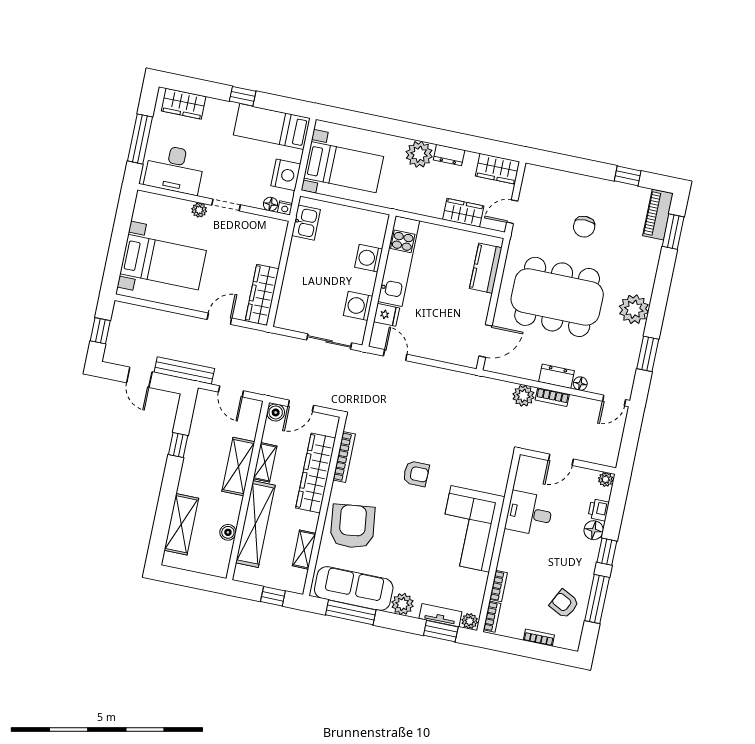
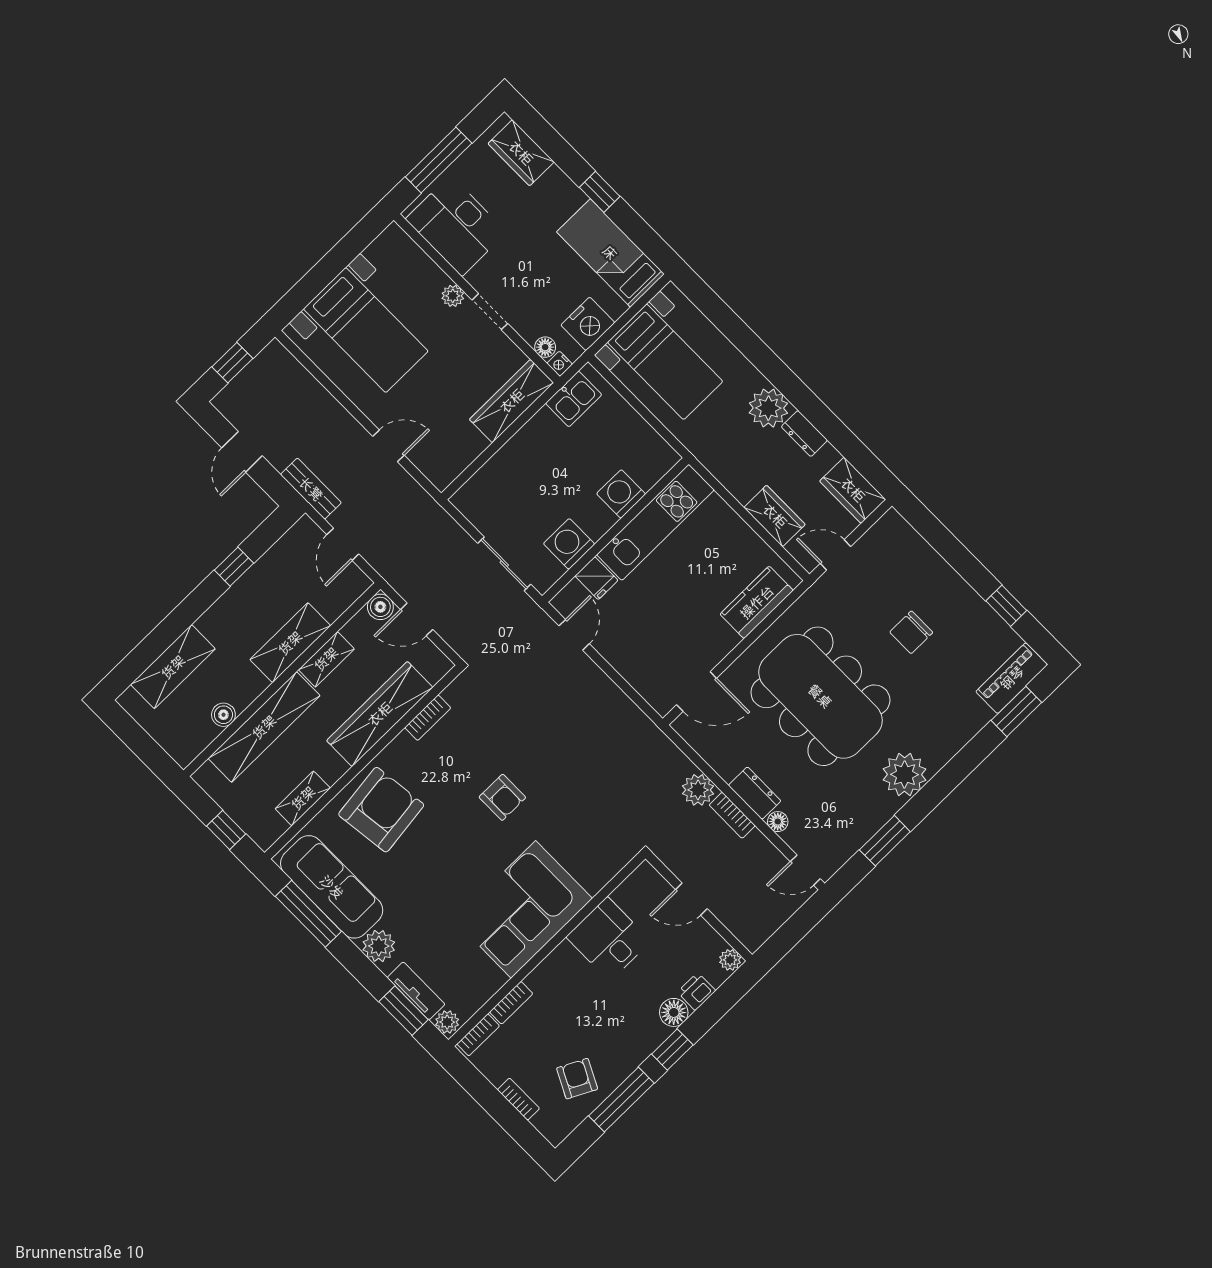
wardrobe: (262, 295) -> (512, 401), moved
bench: (184, 370) -> (311, 489), width x0.73
bookcase: (344, 457) -> (428, 718), width x0.64

